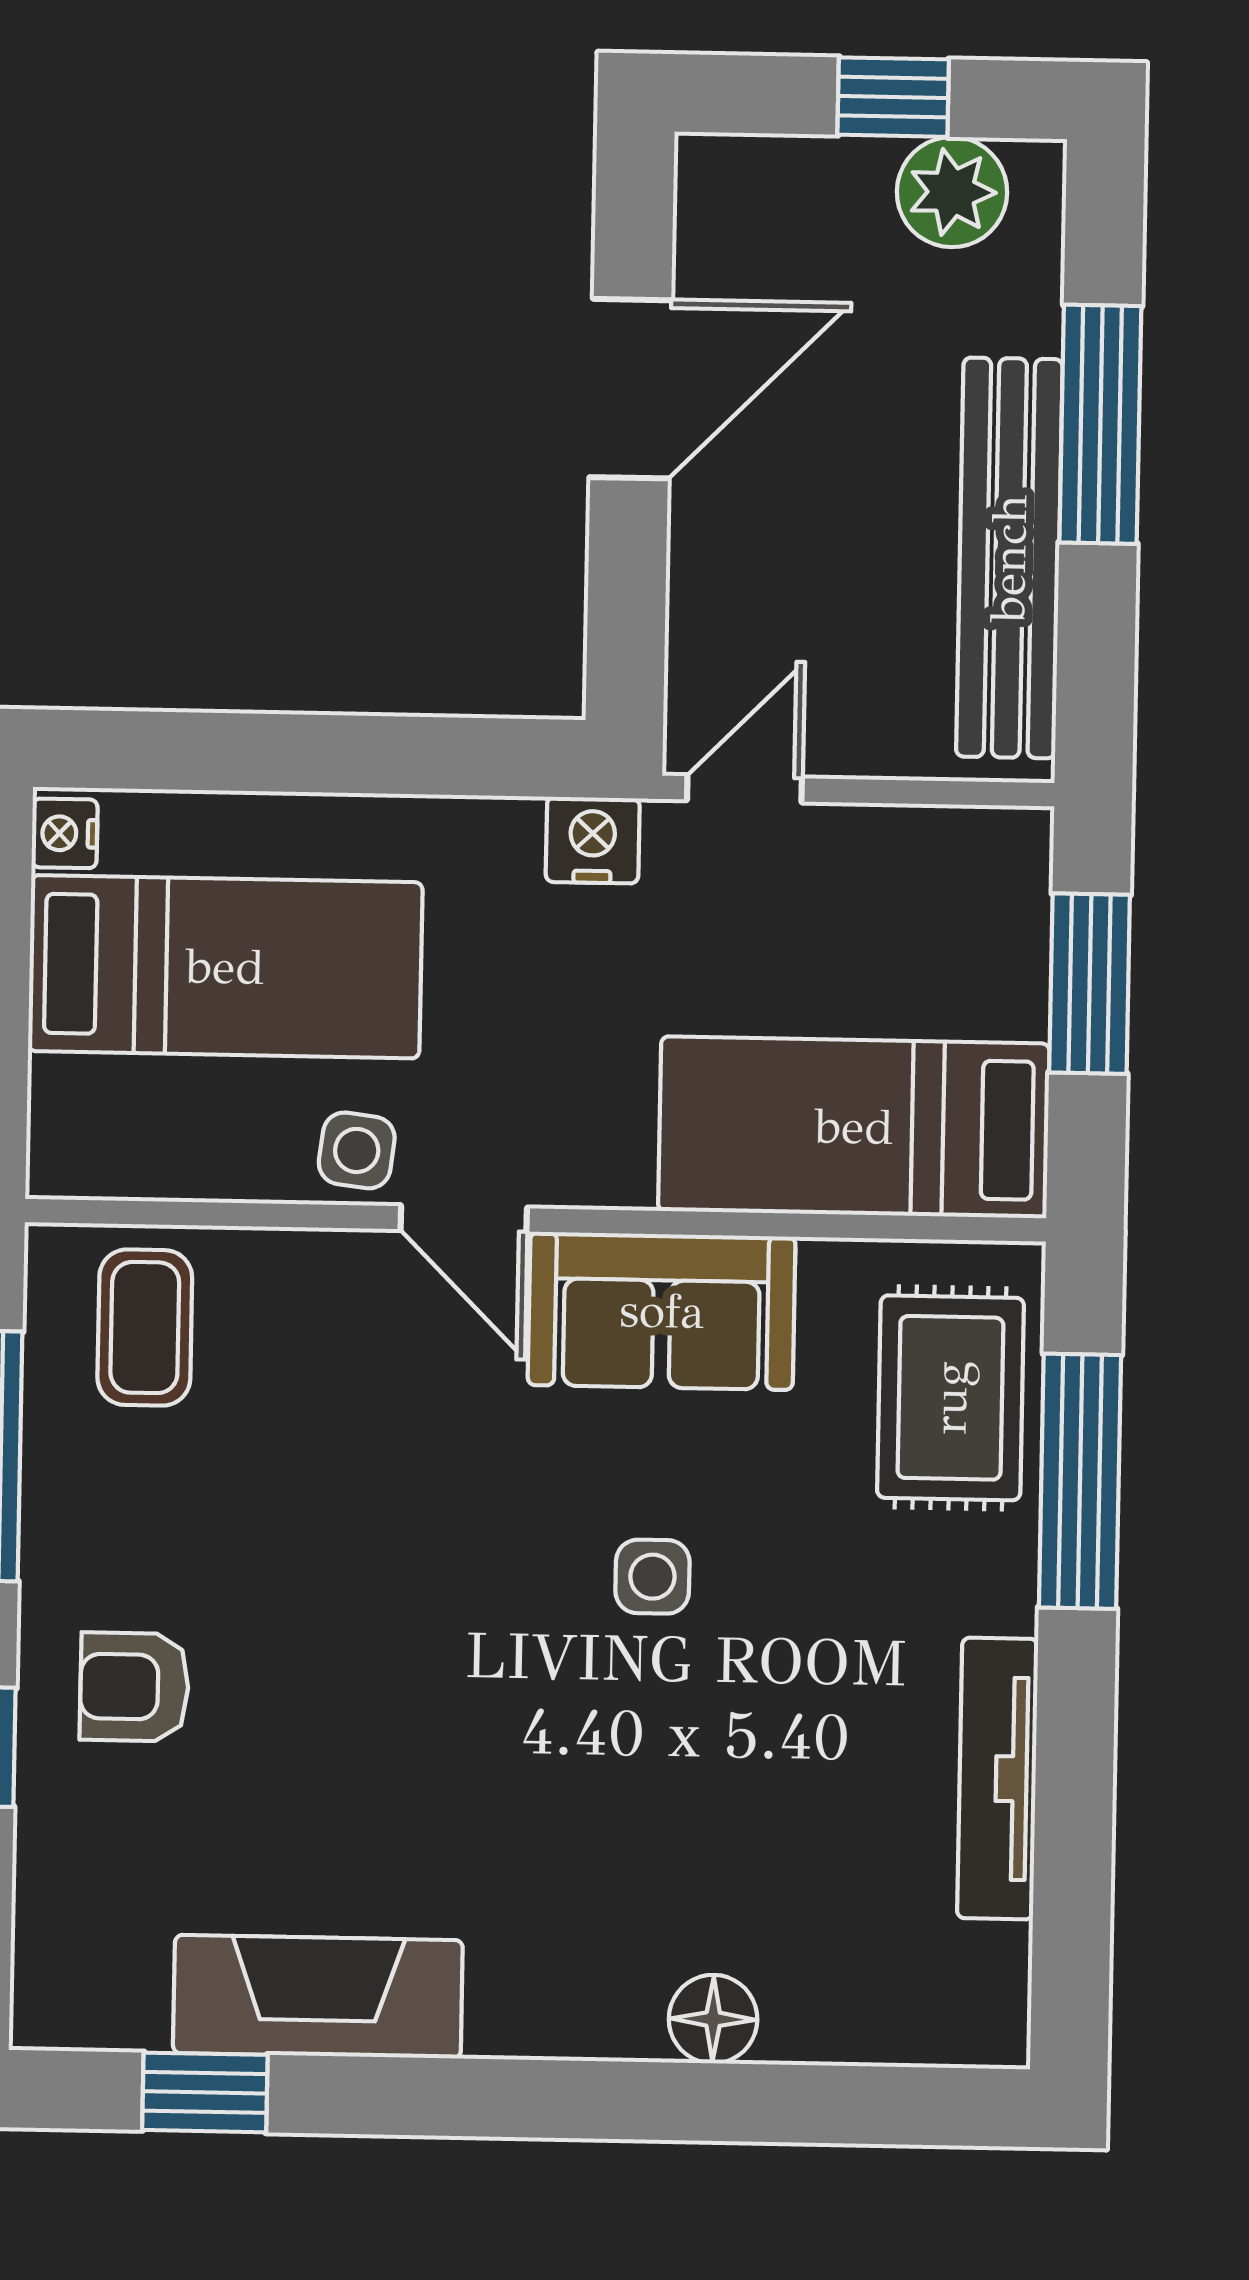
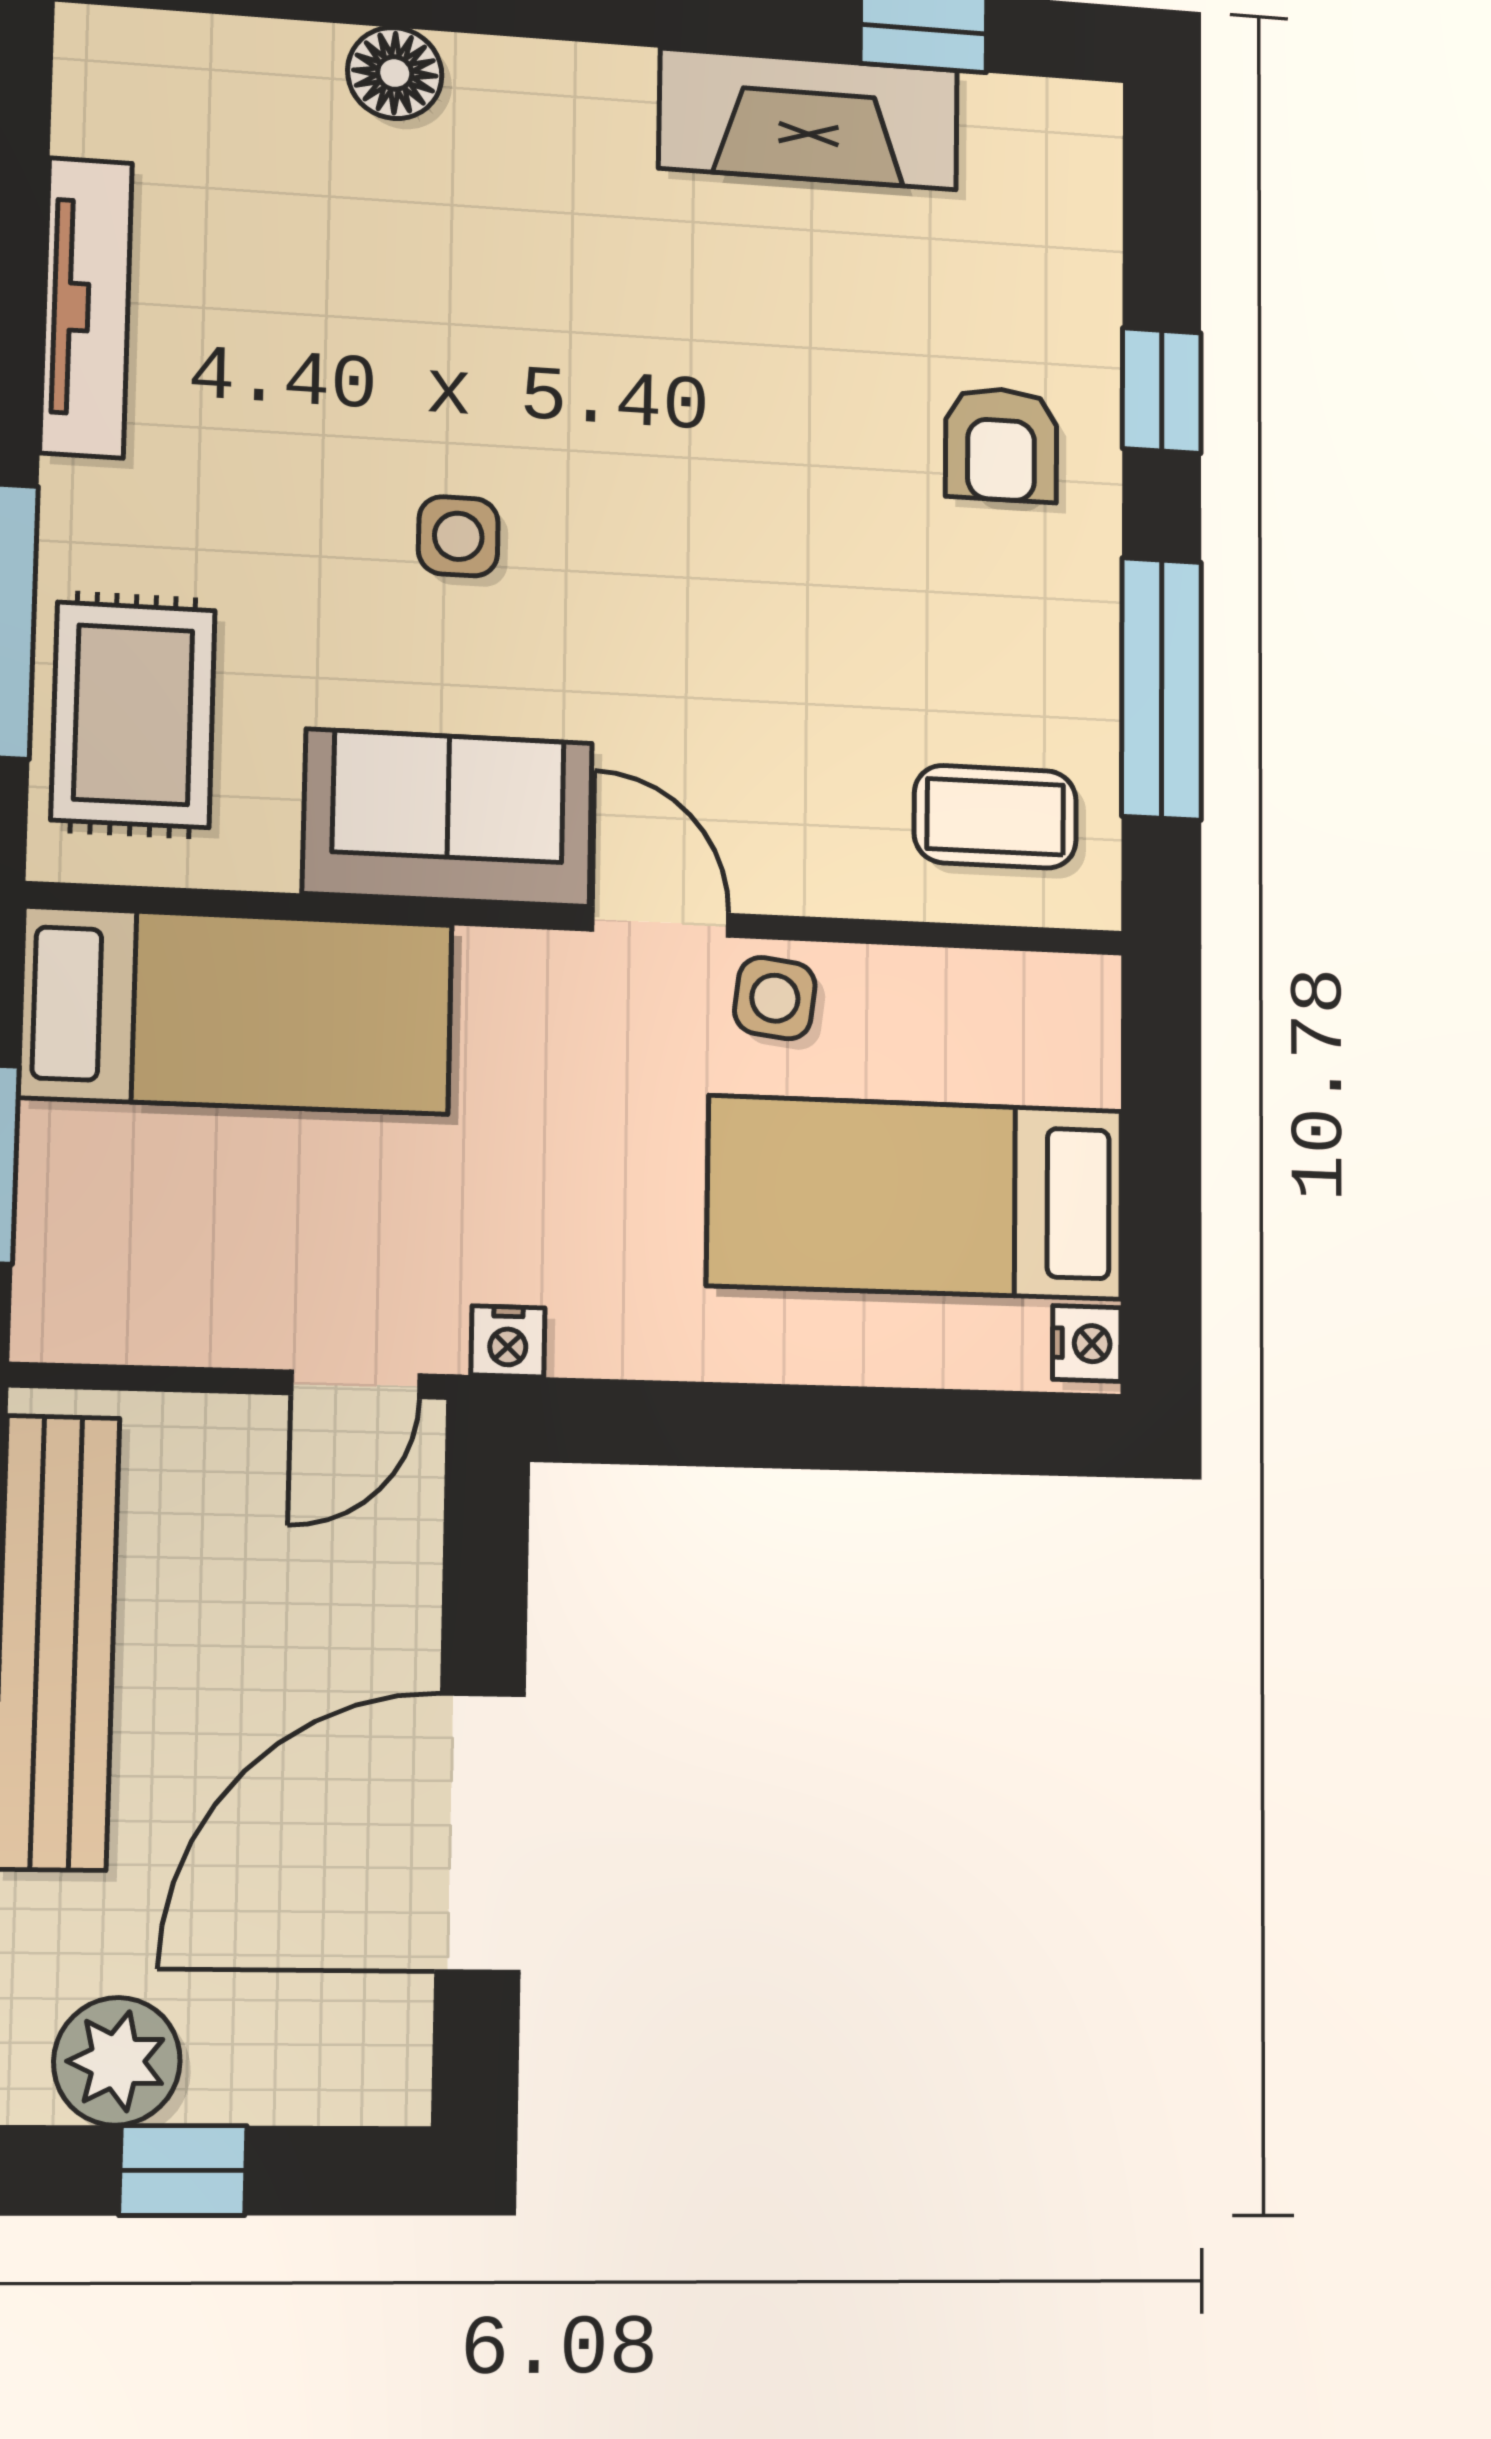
door: (631, 389) -> (480, 1832), width x1.36
nightstand: (593, 840) -> (508, 1341), width x0.72, depth x0.74
coffee table: (145, 1328) -> (995, 817), turned 90
armchair: (134, 1687) -> (1001, 444), turned 90

